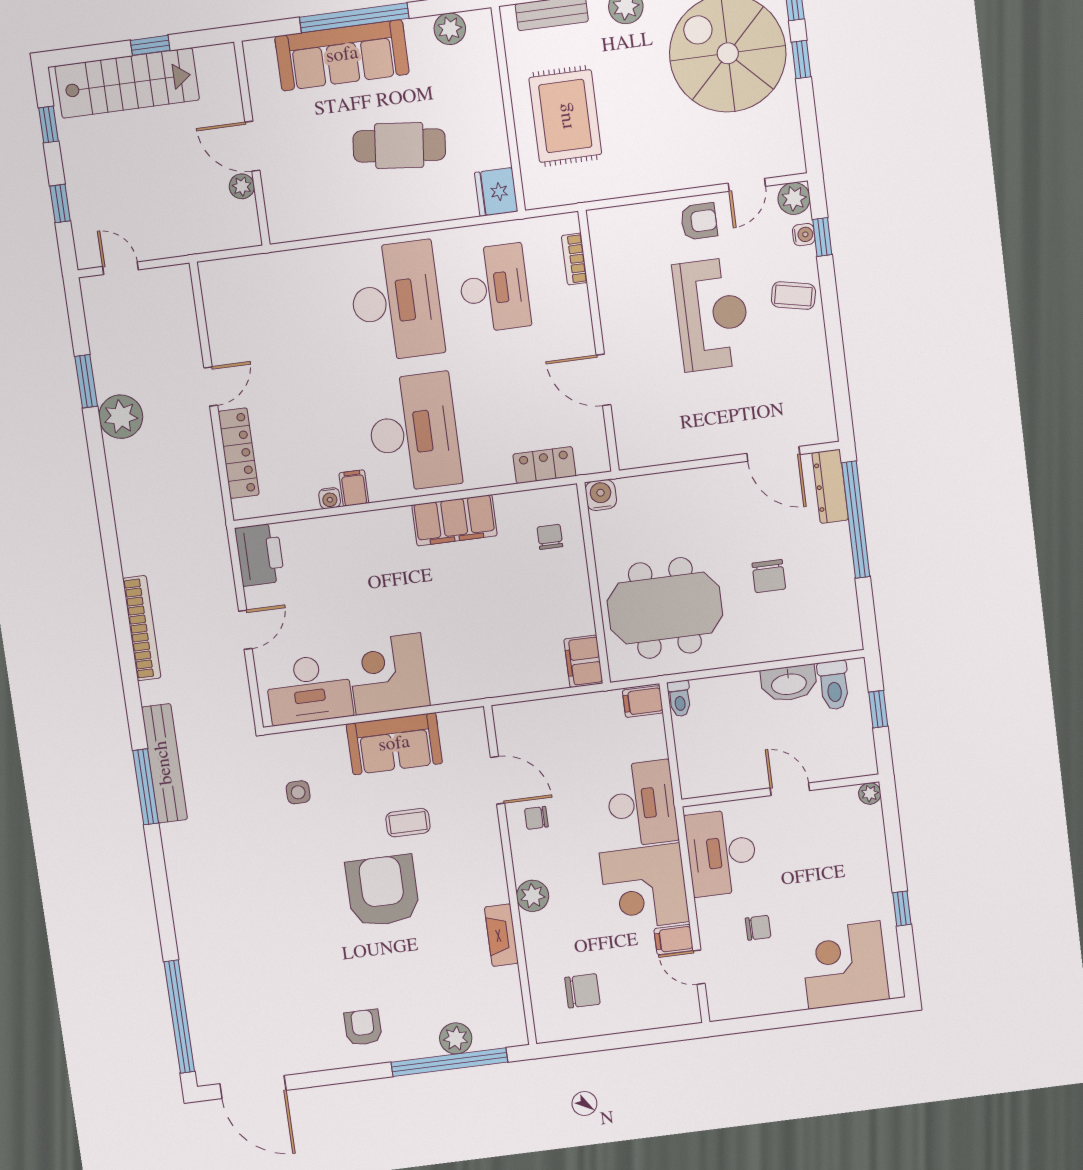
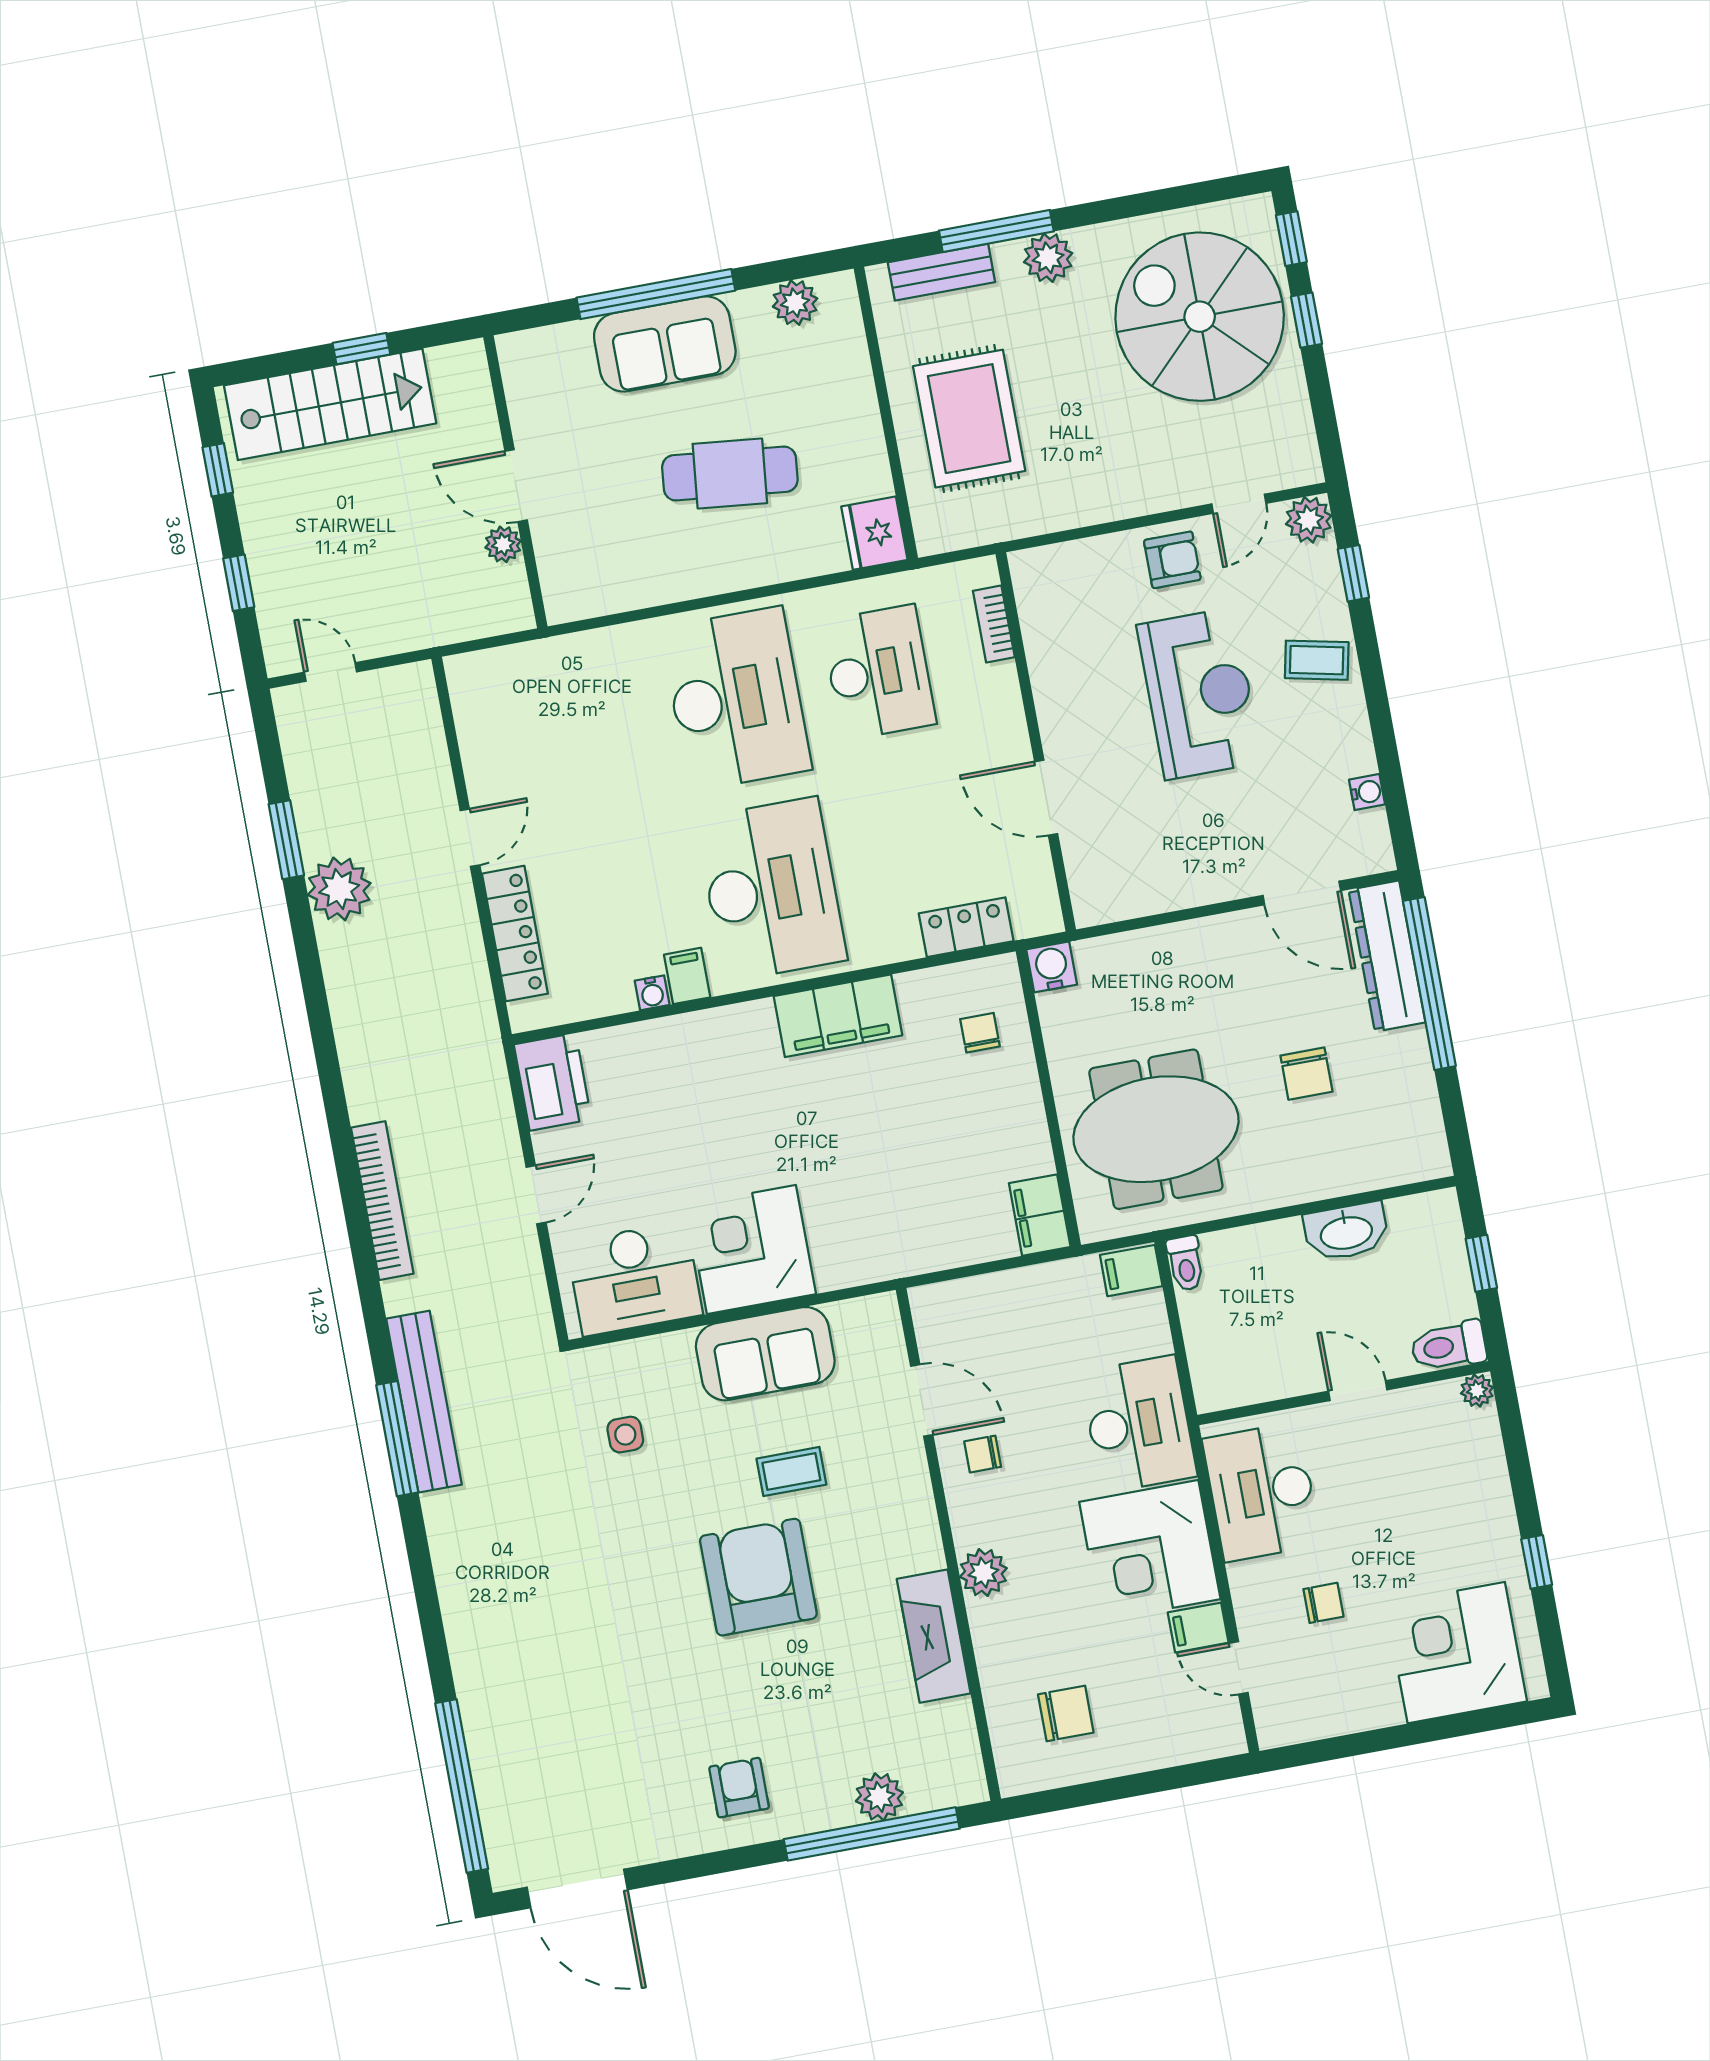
sofa: (342, 55) -> (665, 344), width x0.73
water cooler: (804, 235) -> (1367, 792), moved
dresser: (830, 486) -> (1387, 956), width x1.37, depth x1.24
toilet: (834, 685) -> (1449, 1346), moved, turned 90
fireplace: (501, 935) -> (934, 1636), width x1.37, depth x1.32

